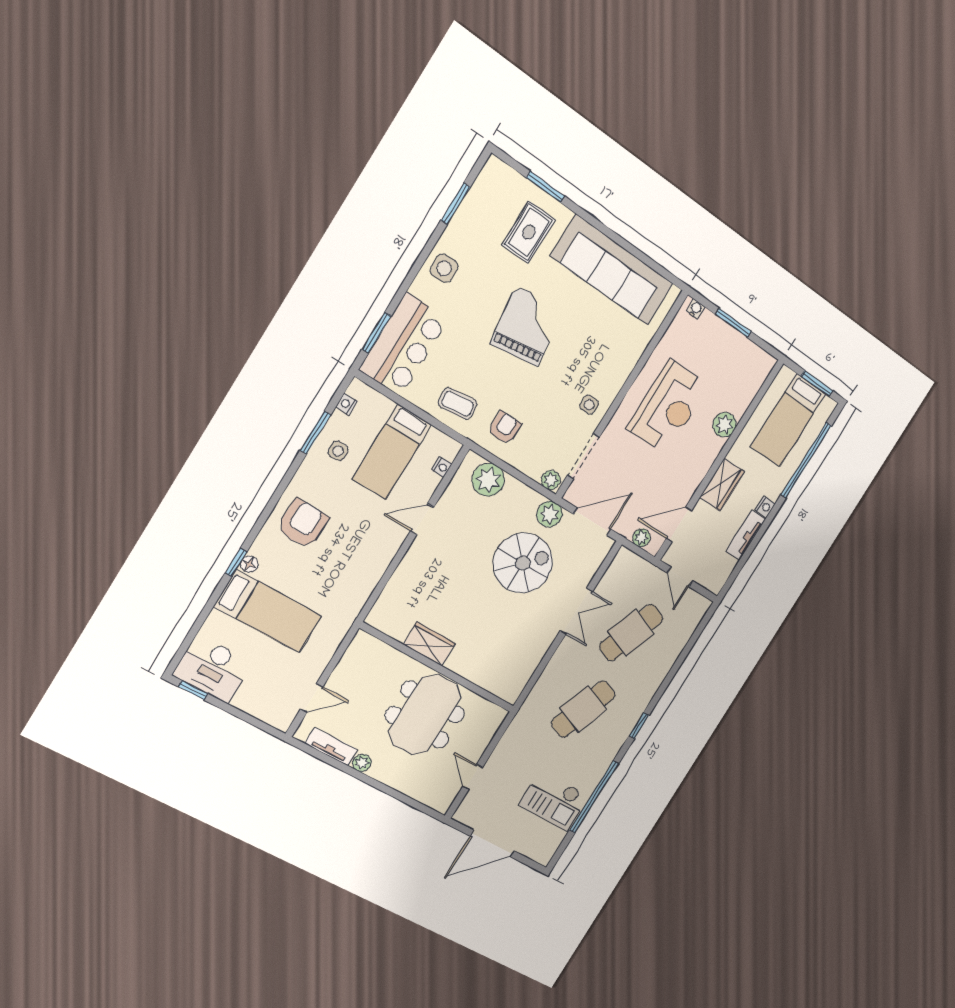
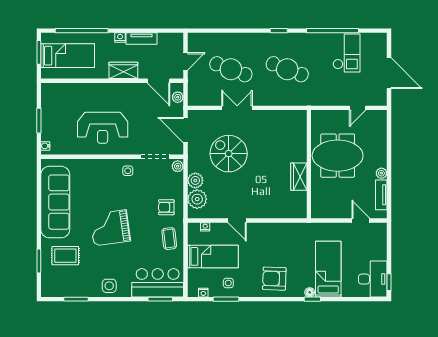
reception desk: (668, 407) -> (103, 128), turned 180
plant: (724, 425) -> (92, 90), removed
plant: (549, 514) -> (195, 180), moved

